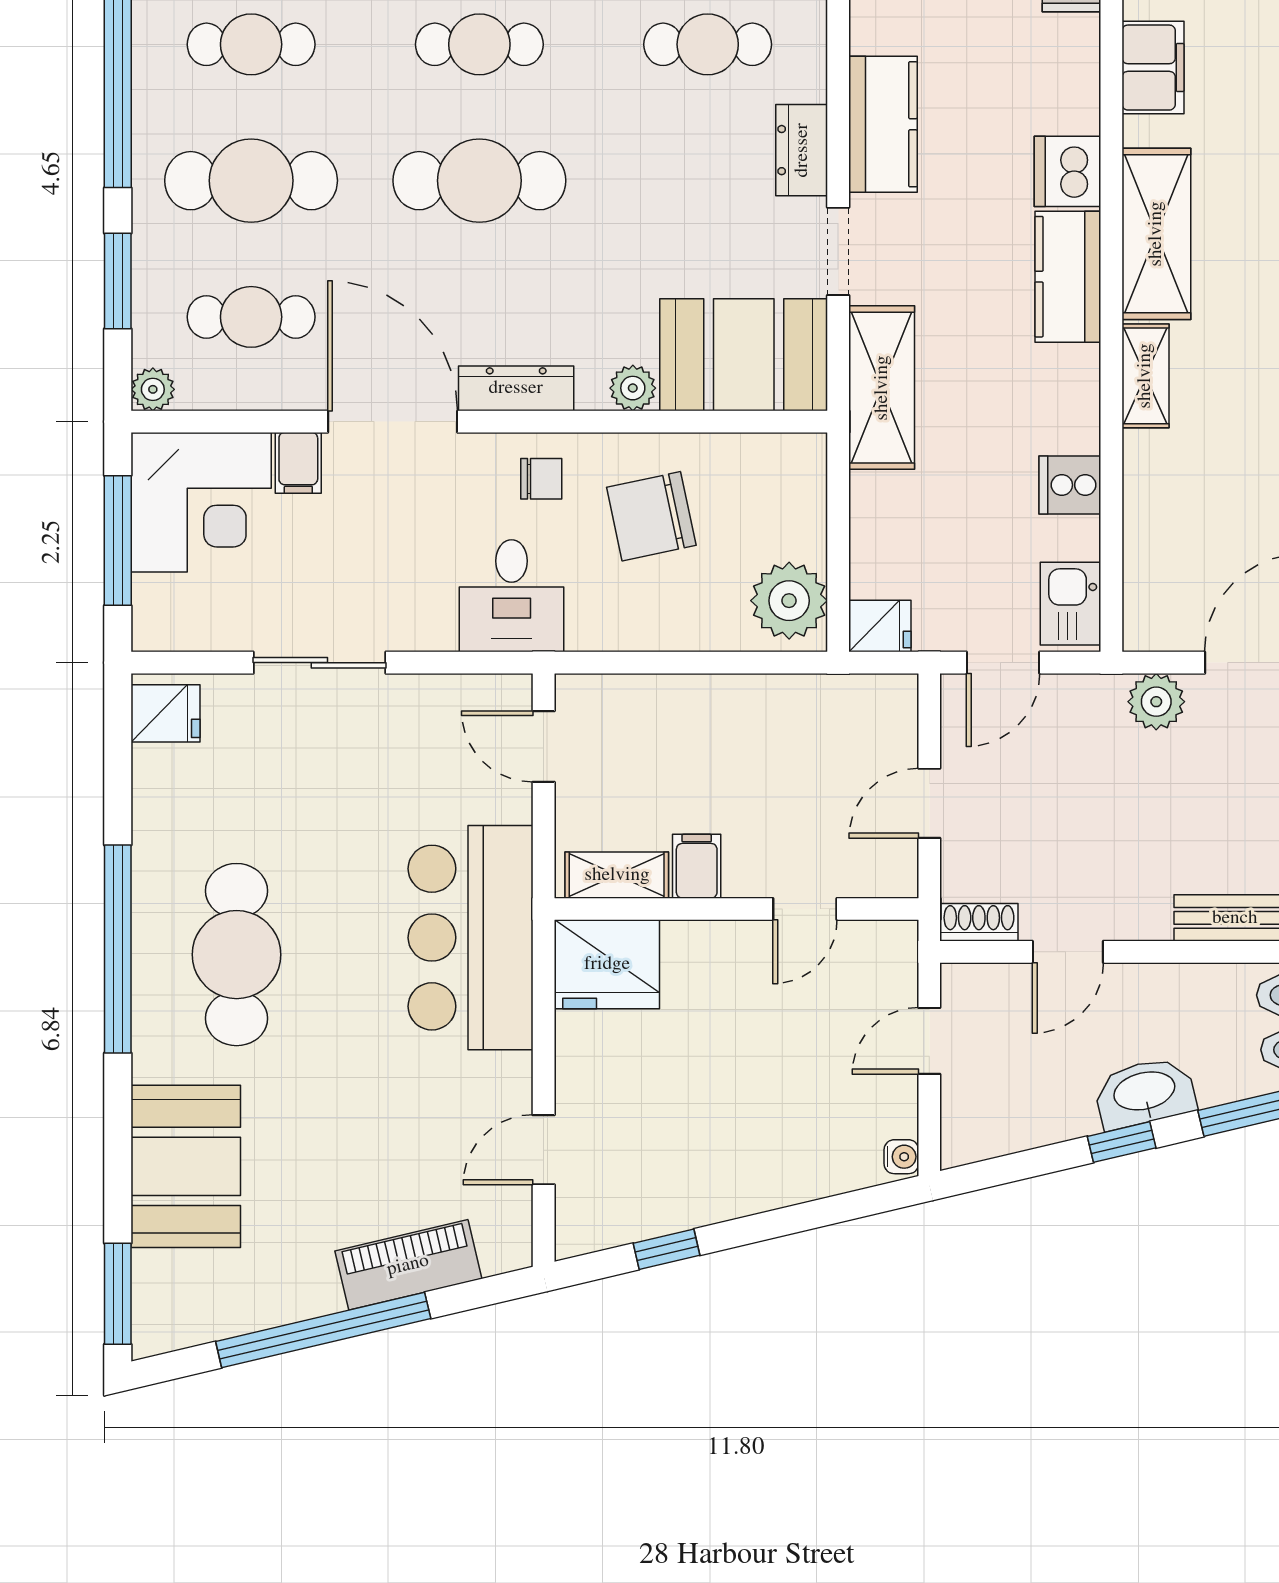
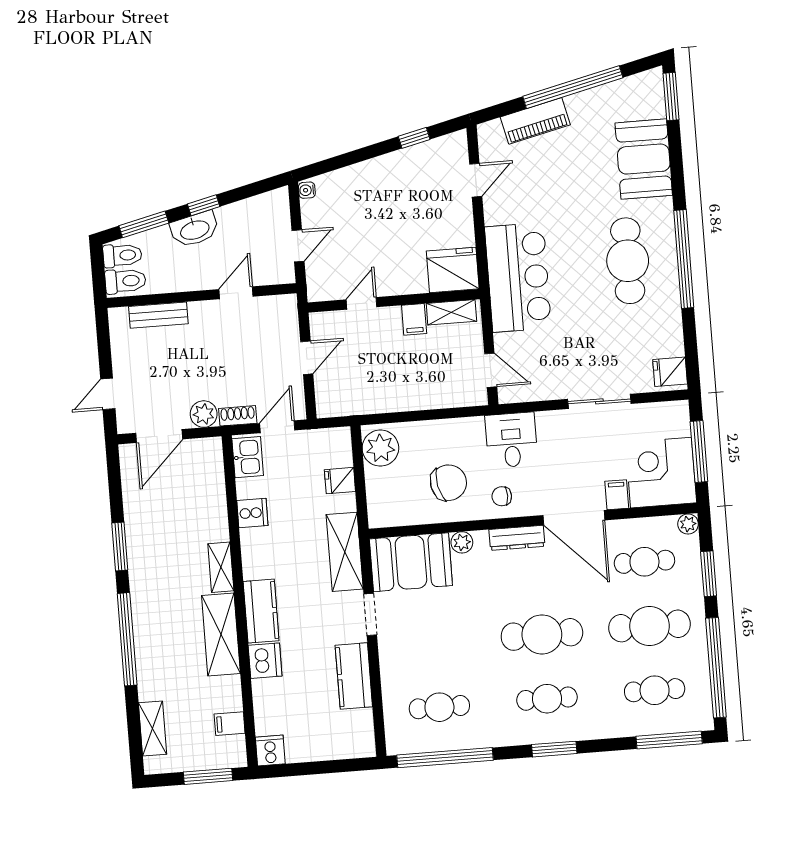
filing cabinet: (1153, 68) -> (230, 724), width x0.50
dresser: (802, 150) -> (391, 661), removed
fridge: (880, 626) -> (340, 481), moved
shoe rack: (979, 922) -> (238, 416), moved, turned 180

